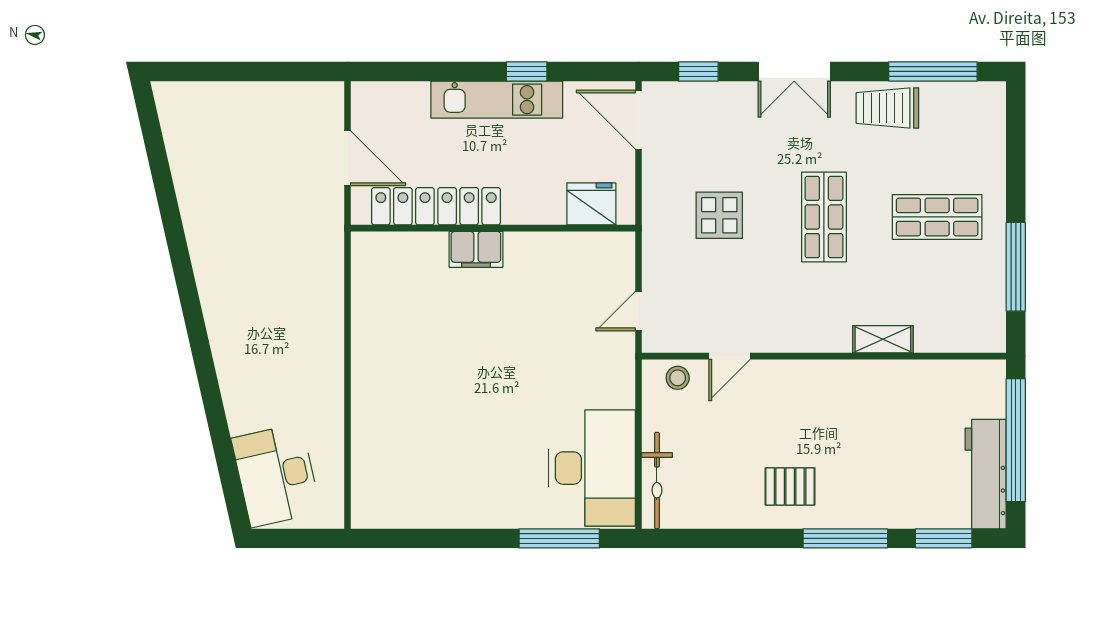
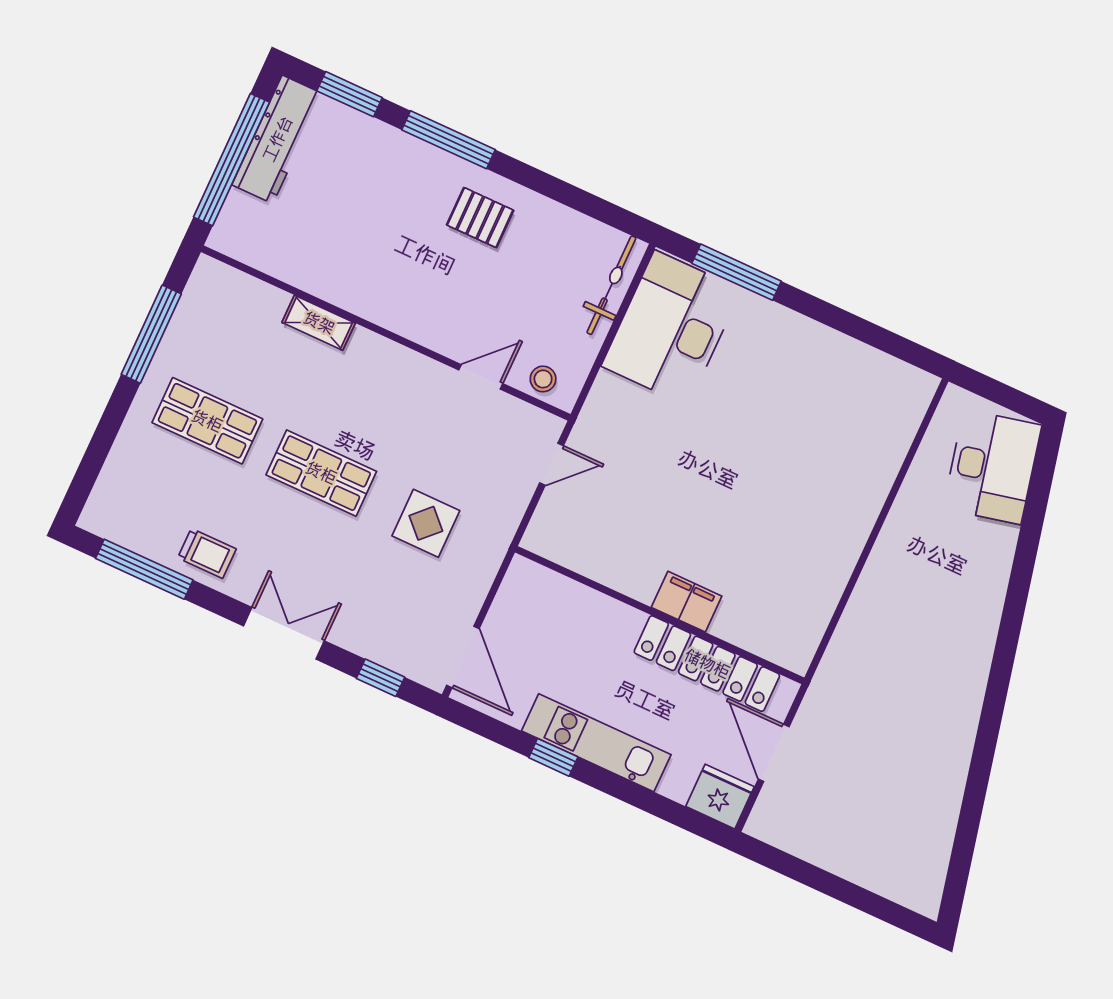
trolley: (887, 108) -> (207, 553), width x0.73, depth x0.72
fridge: (591, 204) -> (720, 797), moved, turned 180
shop shelf: (824, 217) -> (321, 473), turned 90

